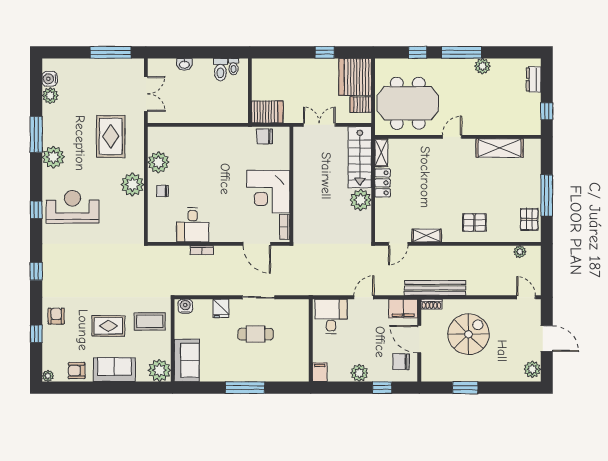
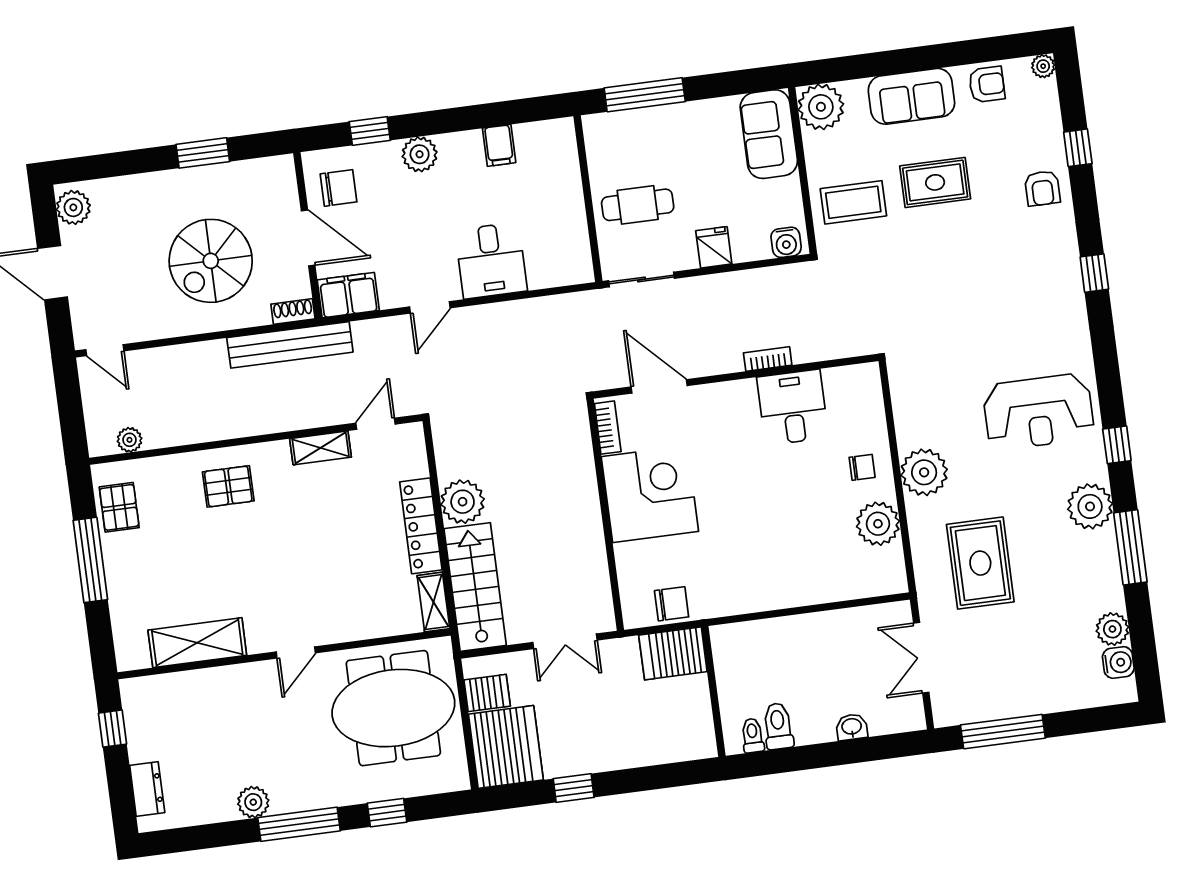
locker: (383, 183) -> (421, 526), width x1.53
window: (36, 210) -> (1117, 445), moved
wall: (311, 340) -> (588, 199), moved

